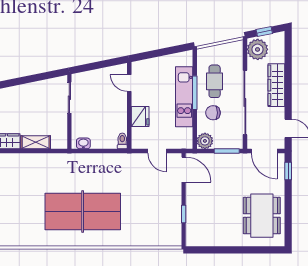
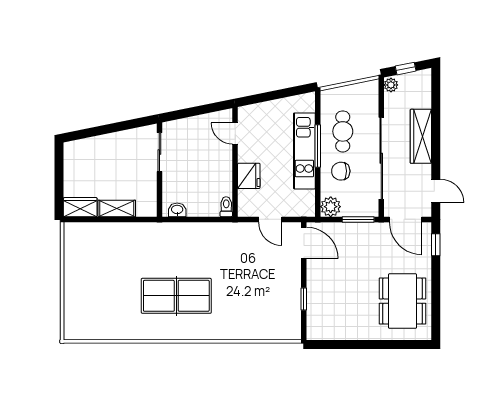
plant: (258, 49) -> (391, 85), width x0.53, depth x0.53
table tennis table: (83, 211) -> (176, 296), width x0.73, depth x0.76

